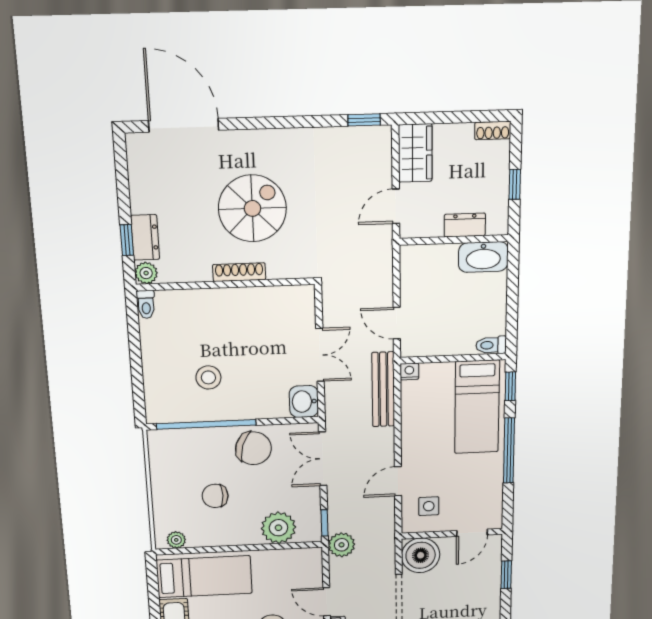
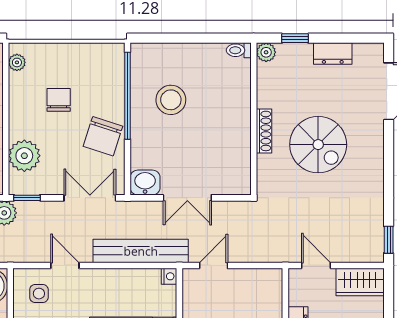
dresser: (145, 237) -> (333, 53), moved
stool: (208, 377) -> (171, 100), width x1.38, depth x1.38
bench: (383, 389) -> (141, 251), width x1.37, depth x1.21

